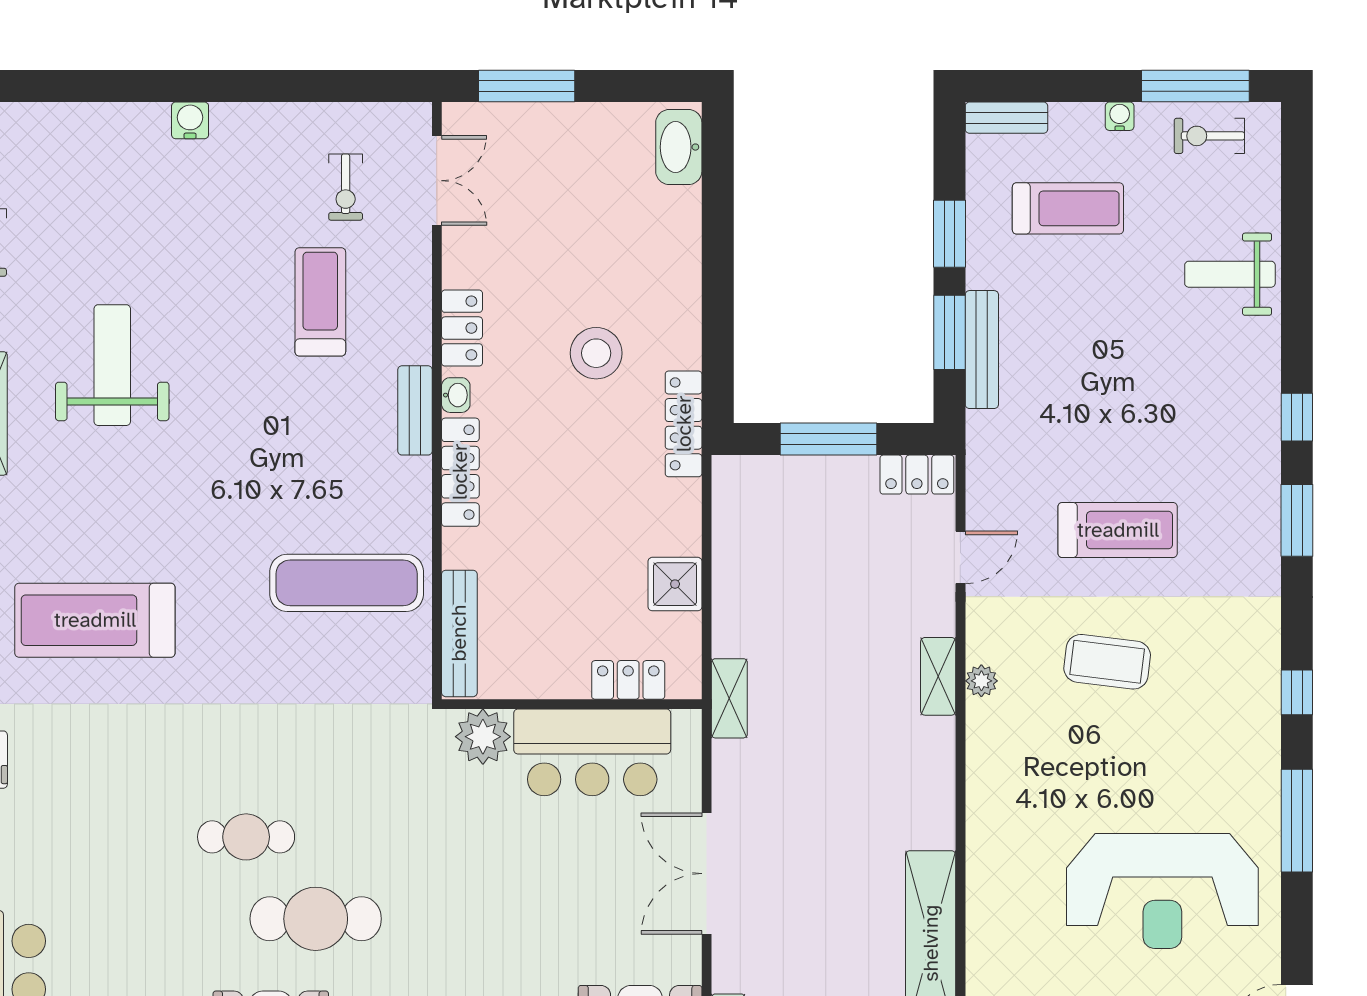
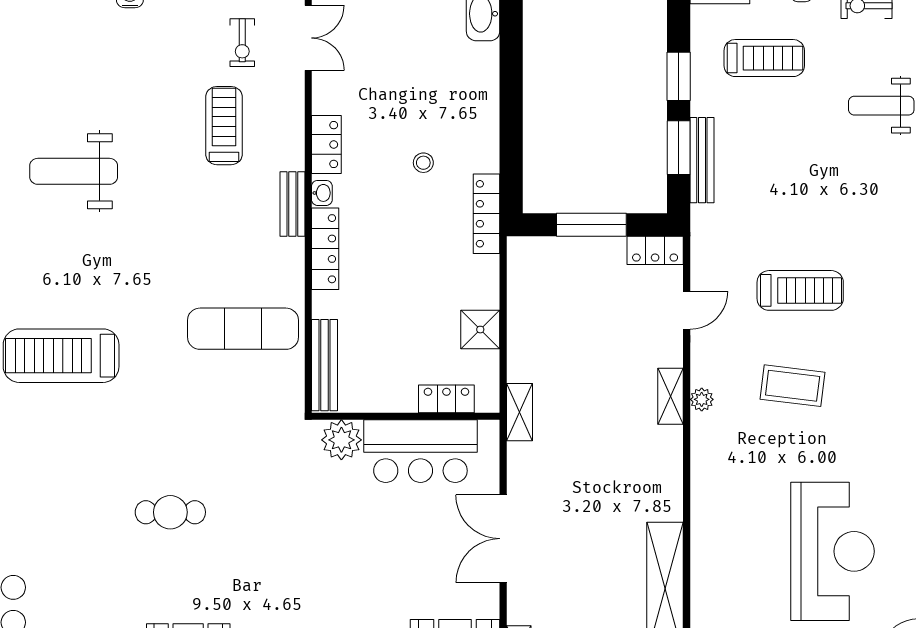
stool: (596, 353) -> (423, 163), width x0.53, depth x0.53
weight bench: (112, 365) -> (74, 171), turned -90
reception desk: (1162, 891) -> (832, 551), turned -90
cafe table: (316, 919) -> (221, 571), removed

